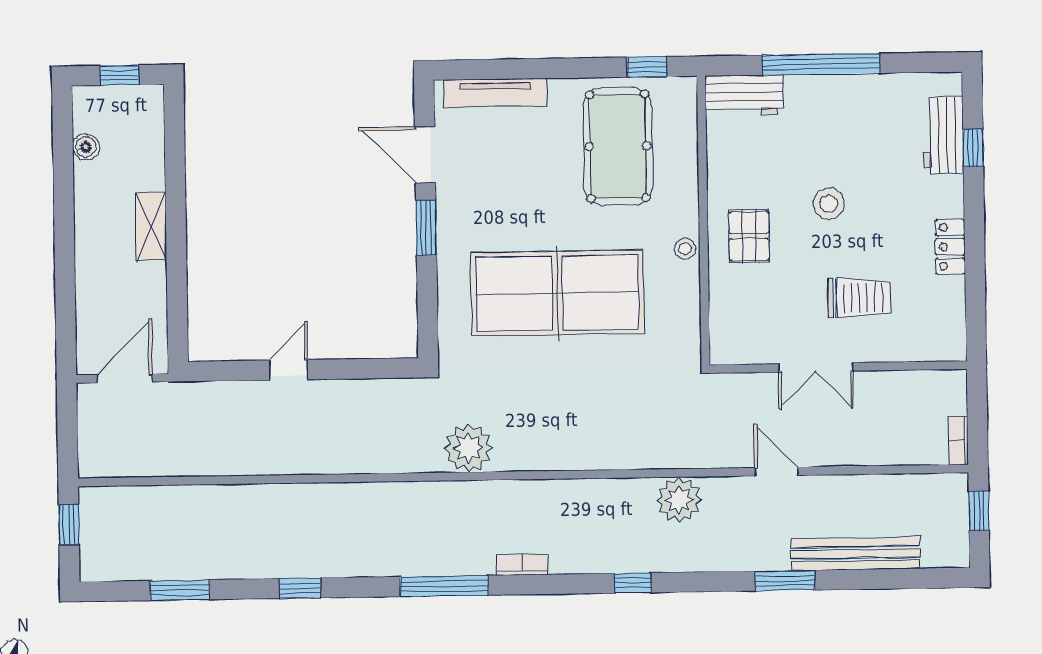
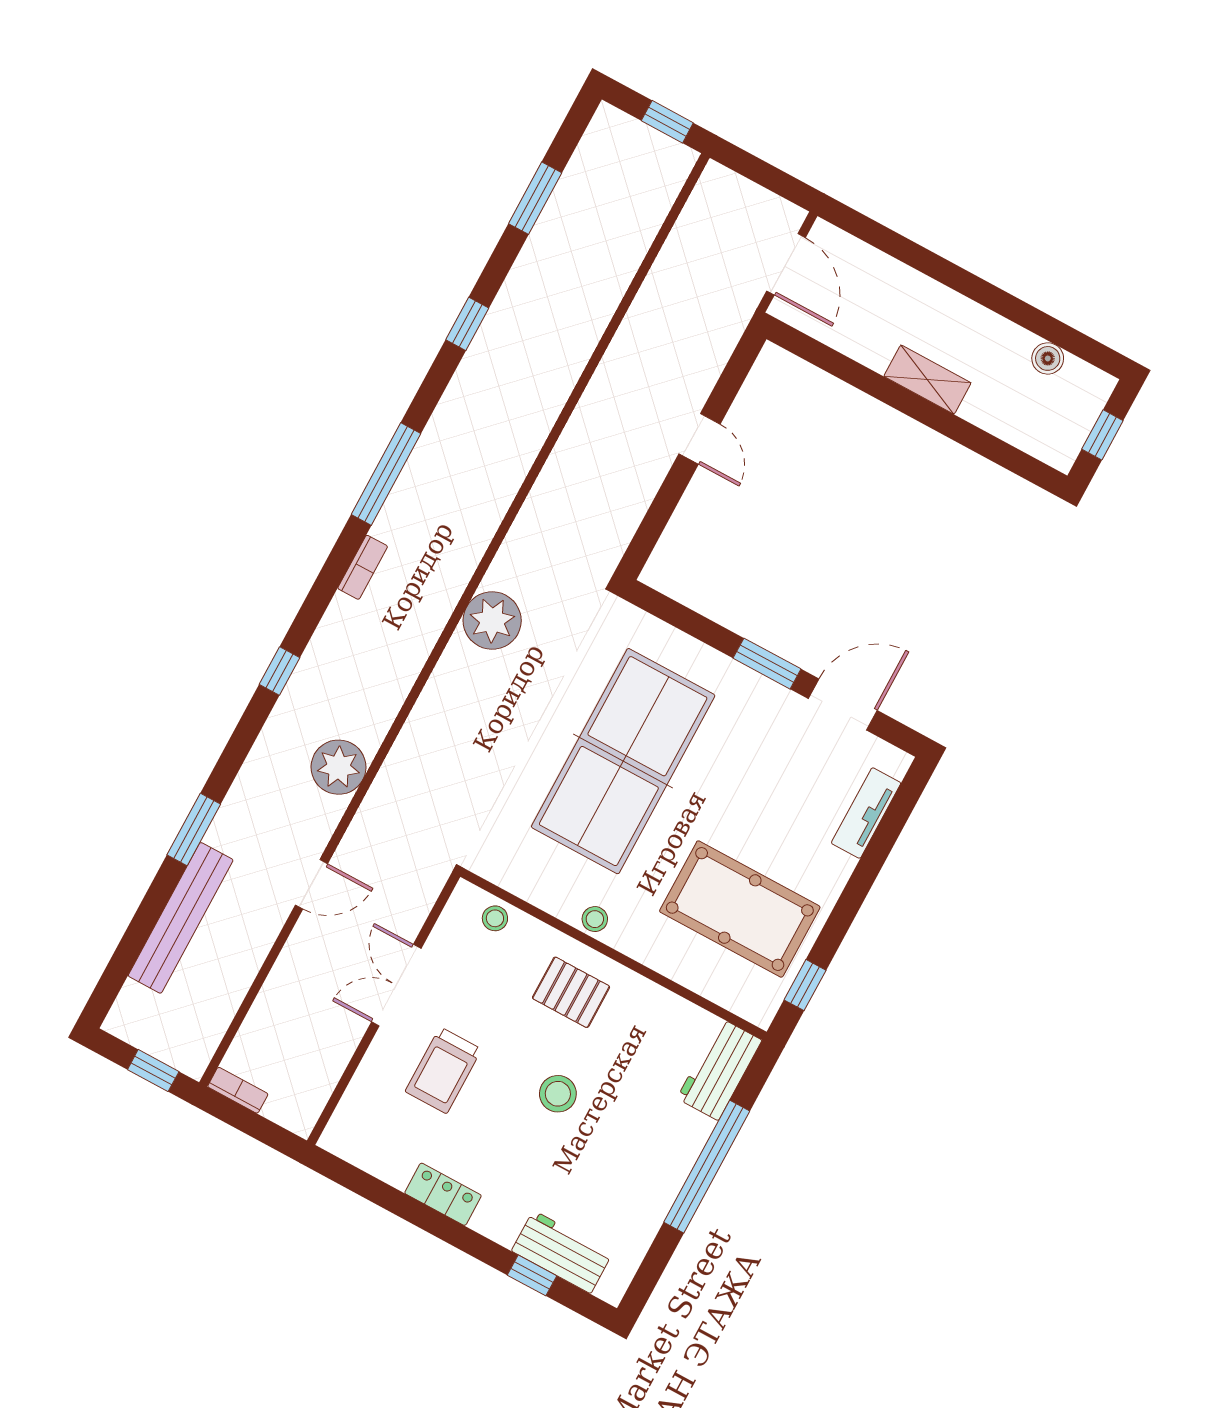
tv unit: (495, 93) -> (866, 813), width x0.71
stool: (726, 322) -> (495, 918), added
plant: (468, 448) -> (492, 621), moved

